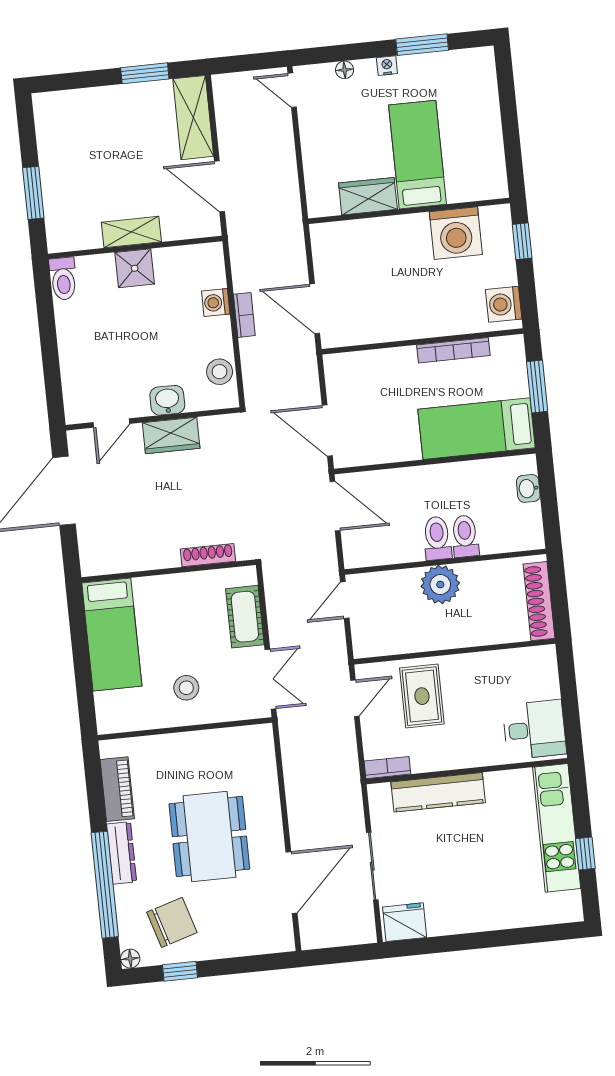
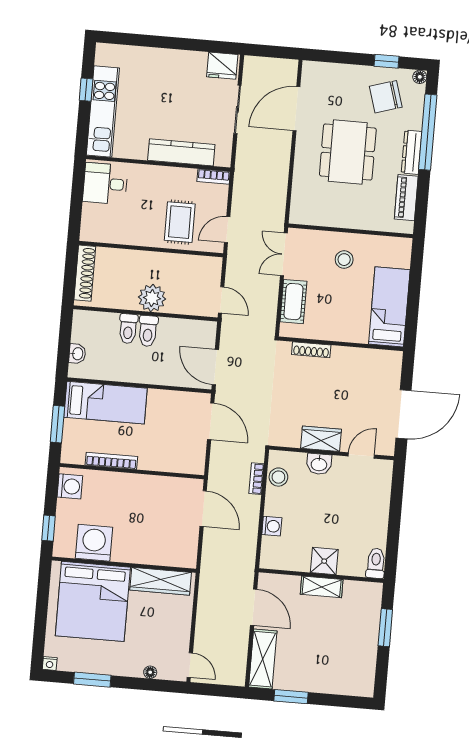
nightstand: (387, 66) -> (50, 664), moved
bed: (418, 155) -> (93, 601), width x2.04
wardrobe: (368, 196) -> (161, 581), width x1.50
bookcase: (244, 315) -> (256, 479), moved
door: (345, 600) -> (221, 300), hinge flipped

